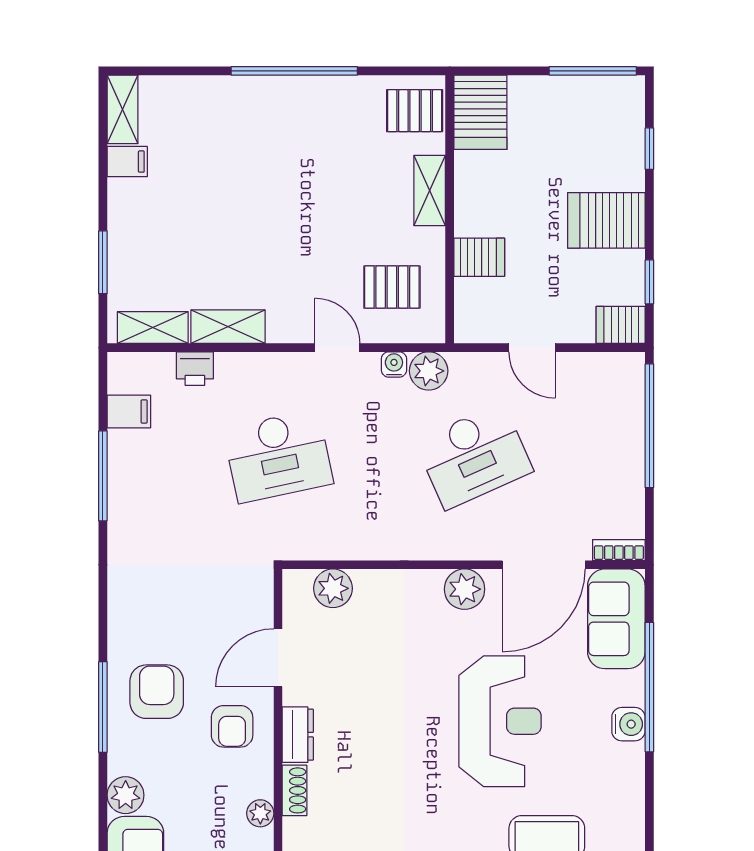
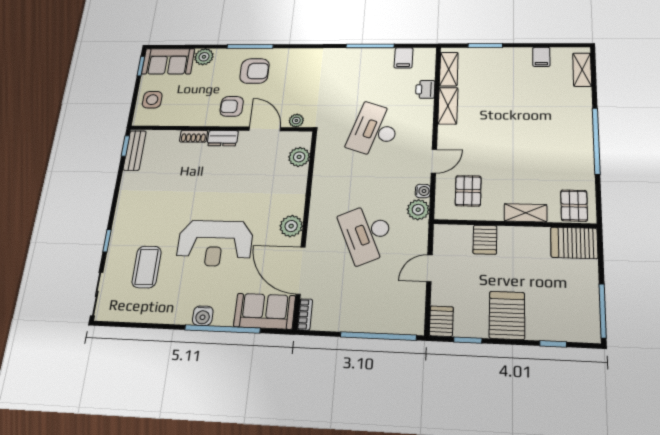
shelving: (123, 109) -> (582, 70), moved, turned 90
desk: (278, 456) -> (374, 130), turned 30
plant: (260, 813) -> (296, 121), moved

